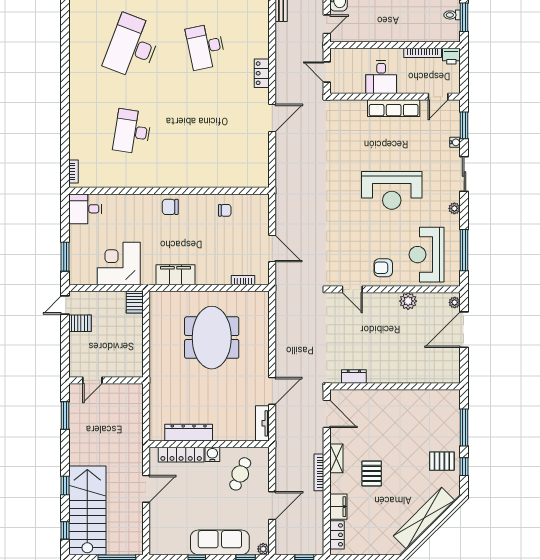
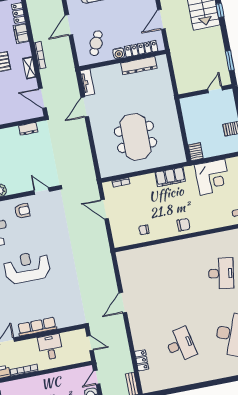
locker: (262, 73) -> (142, 360), moved

